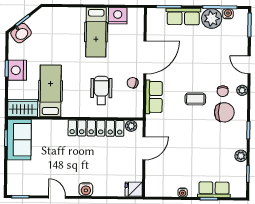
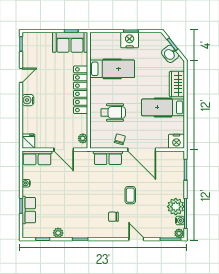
nightstand: (118, 16) -> (176, 141), moved, turned 90
row of seats: (183, 17) -> (37, 158), moved, turned -90
washbasin: (21, 33) -> (170, 54), moved
door: (249, 65) -> (136, 239), hinge flipped
plant: (242, 90) -> (179, 233), moved
coffee table: (195, 99) -> (130, 195), moved
wardrobe: (23, 108) -> (177, 84), moved, turned 180
chair: (224, 112) -> (95, 218), removed
locker: (96, 128) -> (81, 90), moved

